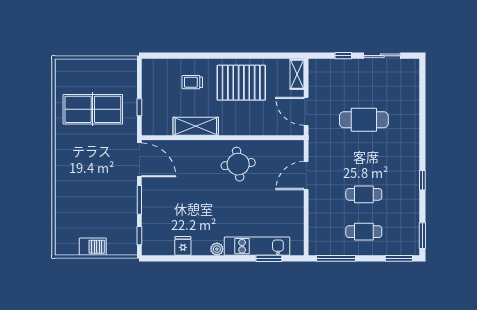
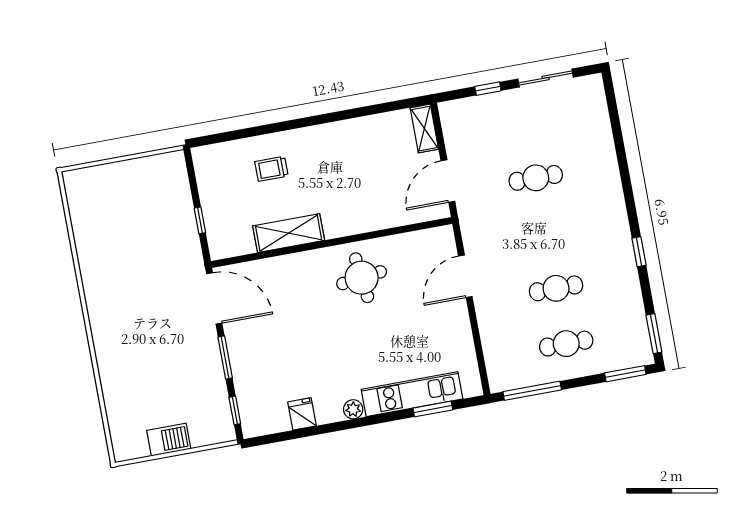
pallet: (241, 83) -> (344, 156), removed
table tennis table: (93, 109) -> (131, 236), removed
door: (306, 111) -> (448, 181), hinge flipped
cafe table: (364, 120) -> (536, 178), width x0.73, depth x0.74

